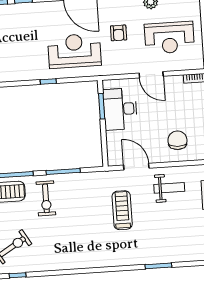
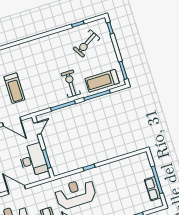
reception desk: (74, 51) -> (75, 194), turned 180
door: (104, 150) -> (37, 128), added

